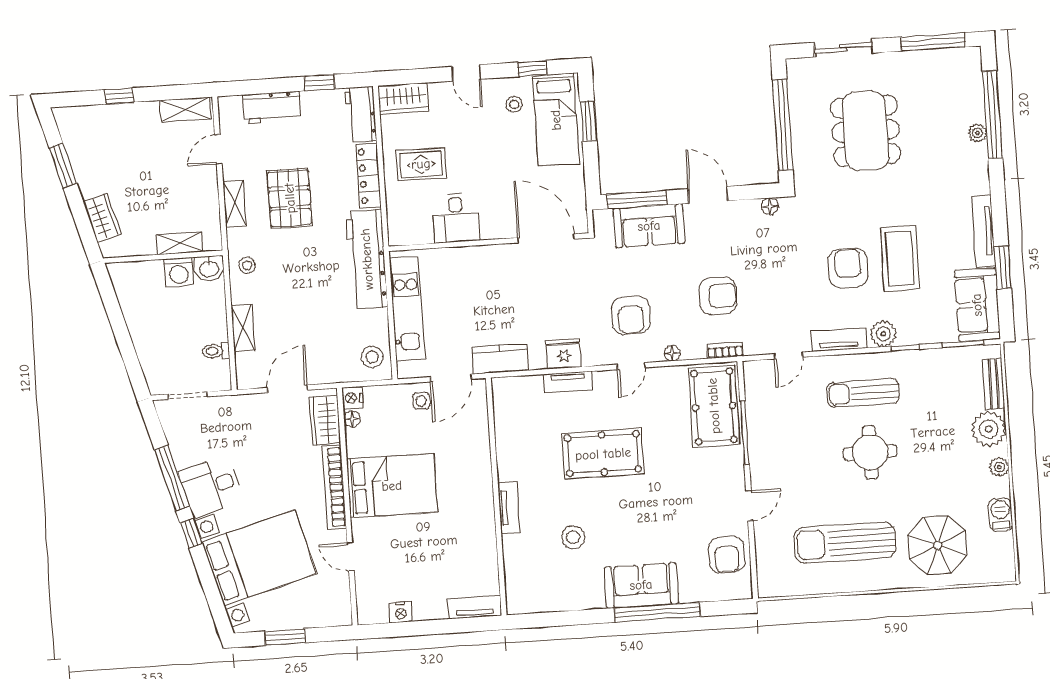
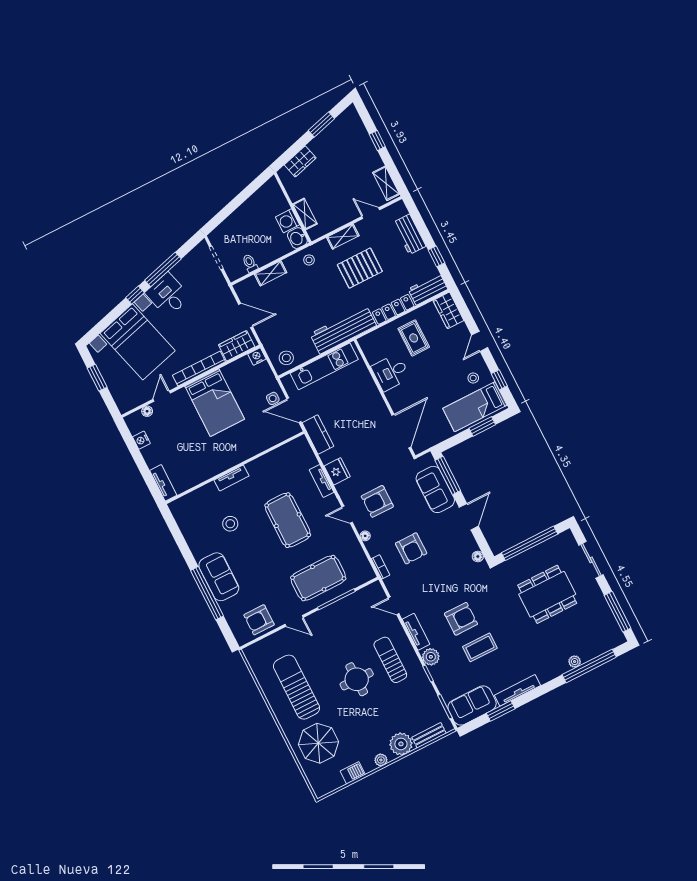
coffee table: (900, 258) -> (480, 647), width x0.73, depth x0.76
pool table: (714, 406) -> (318, 578), moved
floor lamp: (352, 419) -> (147, 411), moved

